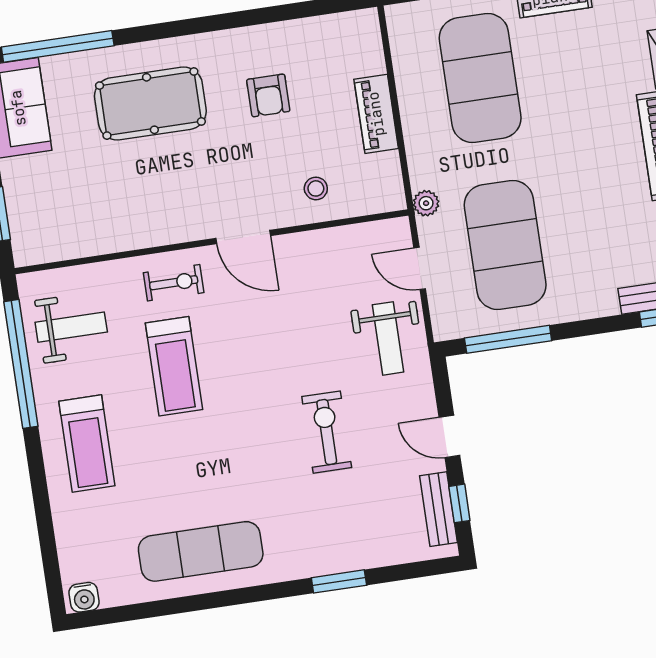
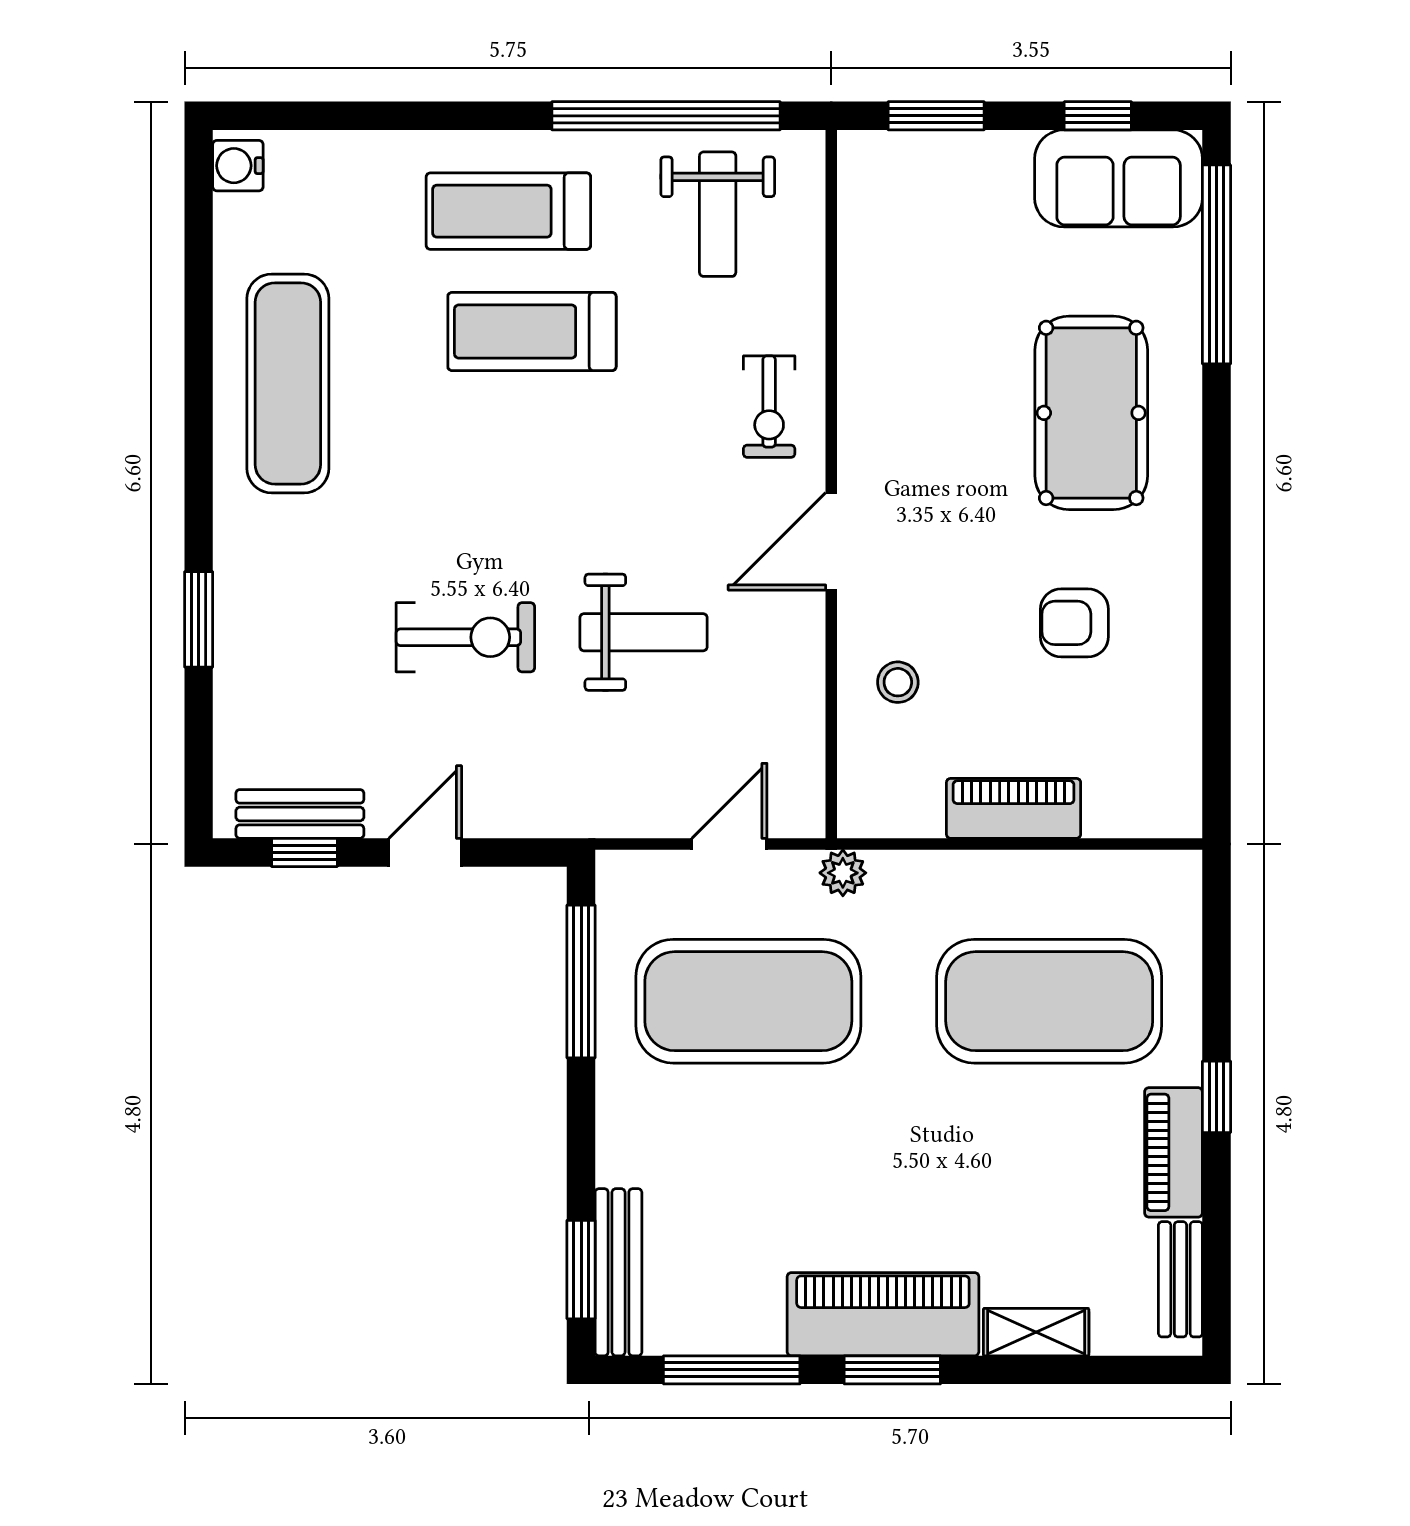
weight bench: (388, 338) -> (644, 632), moved, turned 180
treadmill: (174, 366) -> (532, 332), moved

